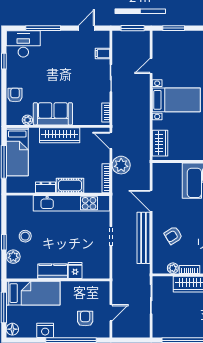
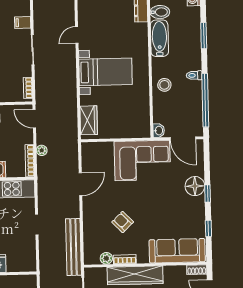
plant: (121, 165) -> (42, 150), width x0.53, depth x0.53
door: (151, 201) -> (80, 184), swing flipped
armchair: (173, 235) -> (123, 222), moved, turned 78
bench: (143, 238) -> (74, 247), moved

